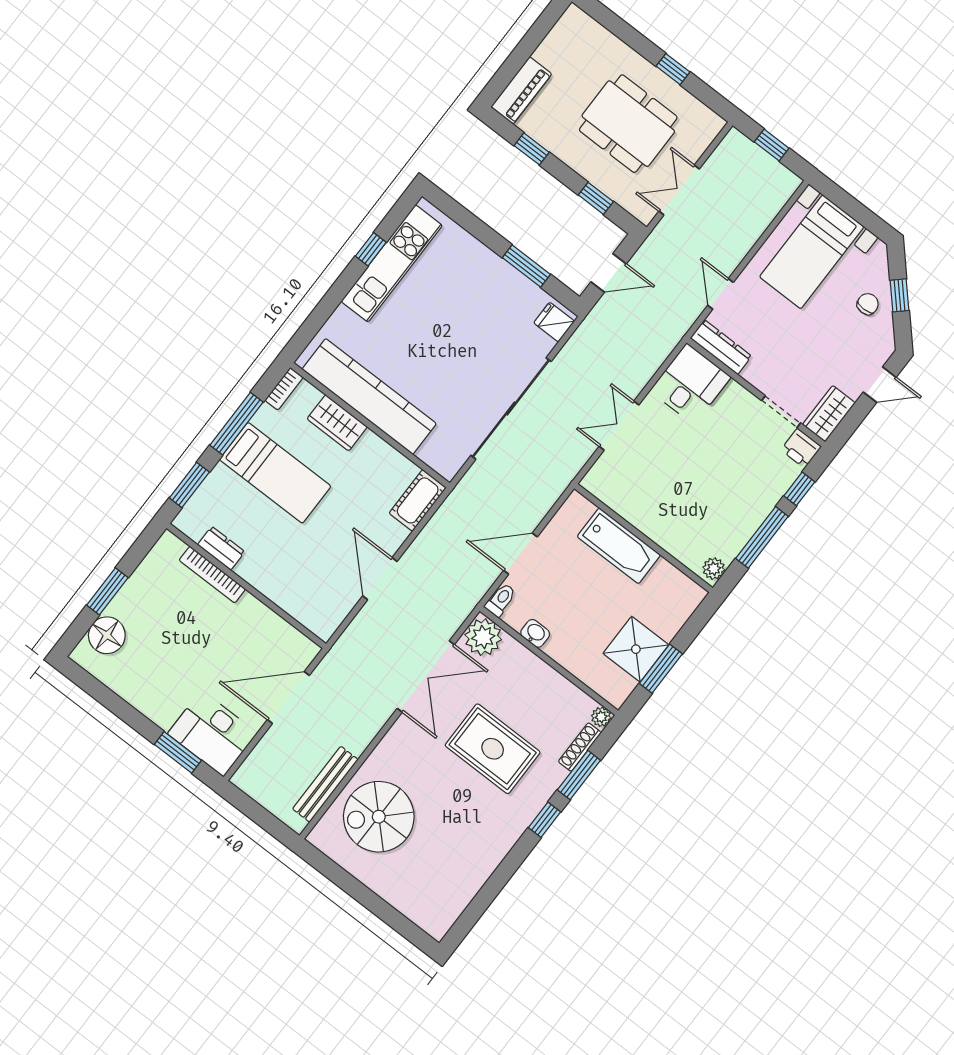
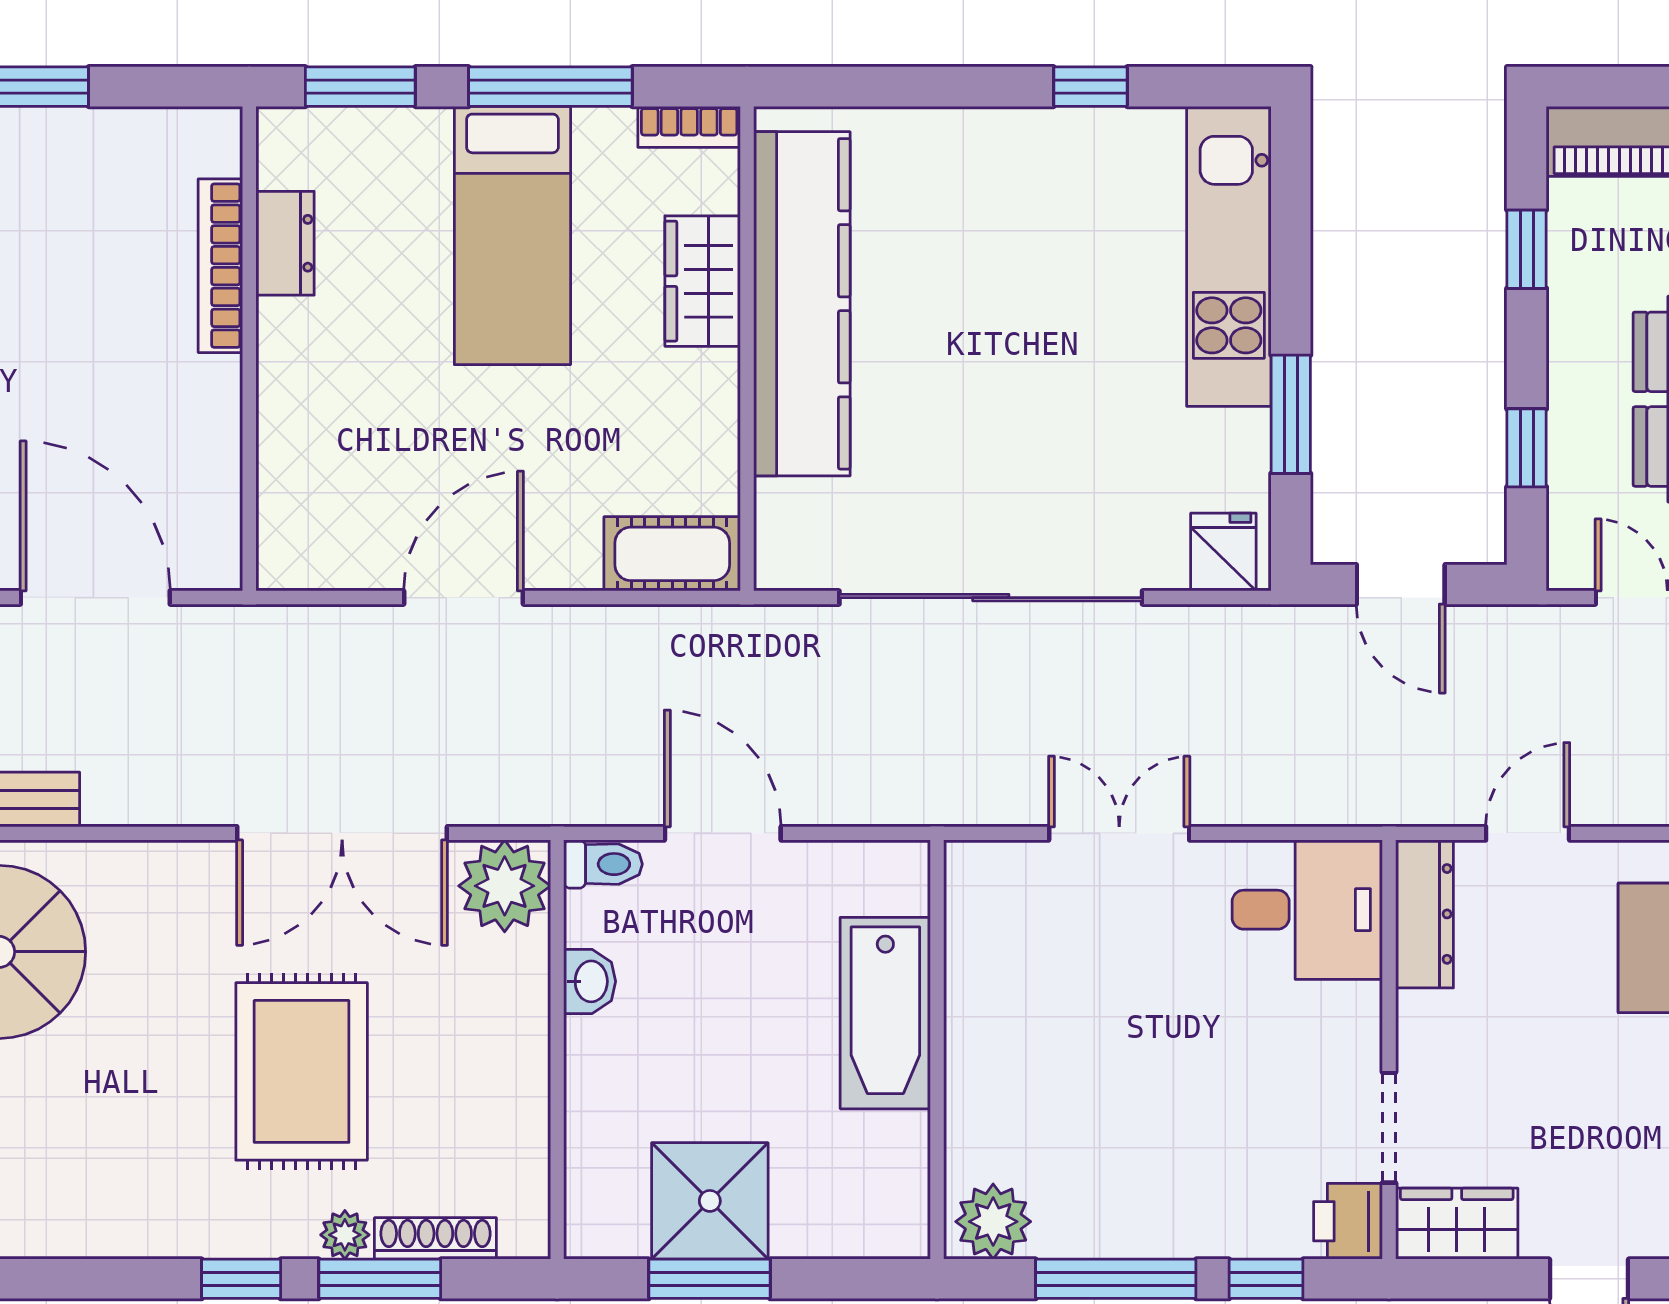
kitchen unit: (392, 263) -> (1229, 256), moved, turned 90
plant: (714, 569) -> (993, 1222), width x1.38, depth x1.38
plant: (601, 717) -> (345, 1235), moved

